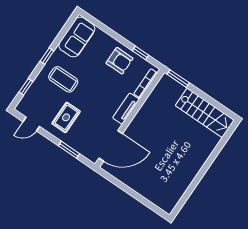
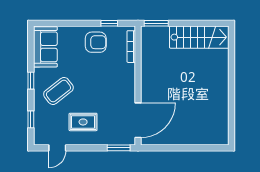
coffee table: (63, 79) -> (58, 91), turned -38
tv unit: (126, 109) -> (129, 79), removed
rug: (66, 117) -> (83, 122), turned 90
window: (69, 150) -> (119, 148), moved

